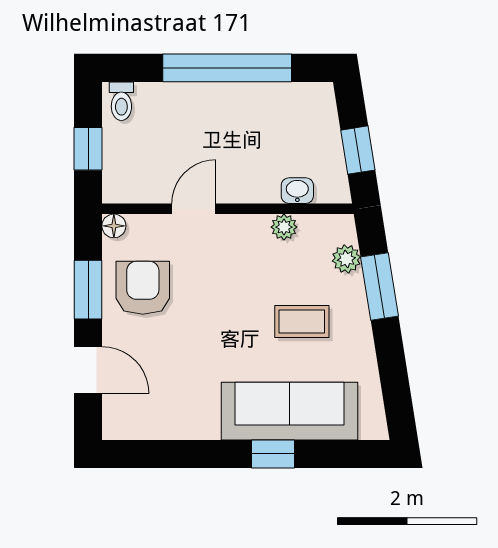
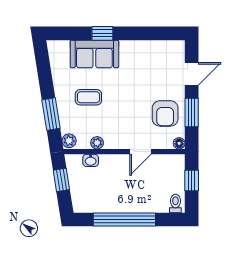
plant: (346, 259) -> (69, 141), moved
door: (88, 370) -> (192, 74), swing flipped
sofa: (289, 411) -> (94, 54), width x0.73

